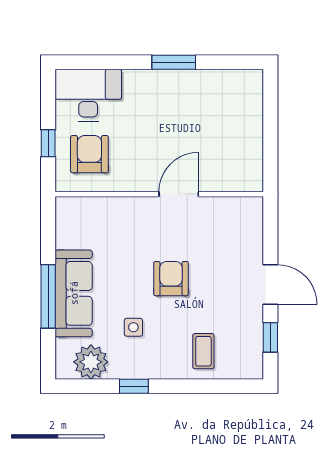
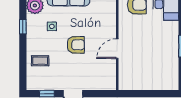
door: (179, 194) -> (117, 49), swing flipped

